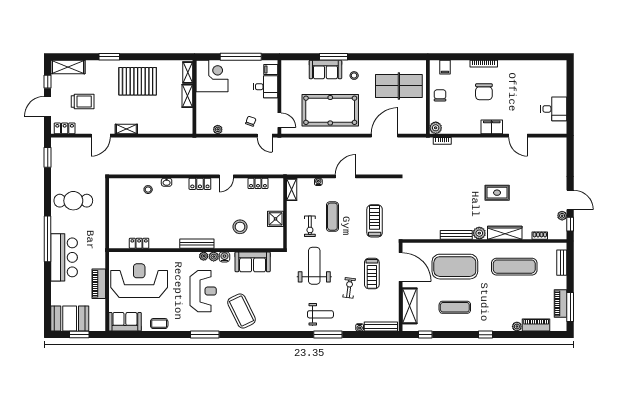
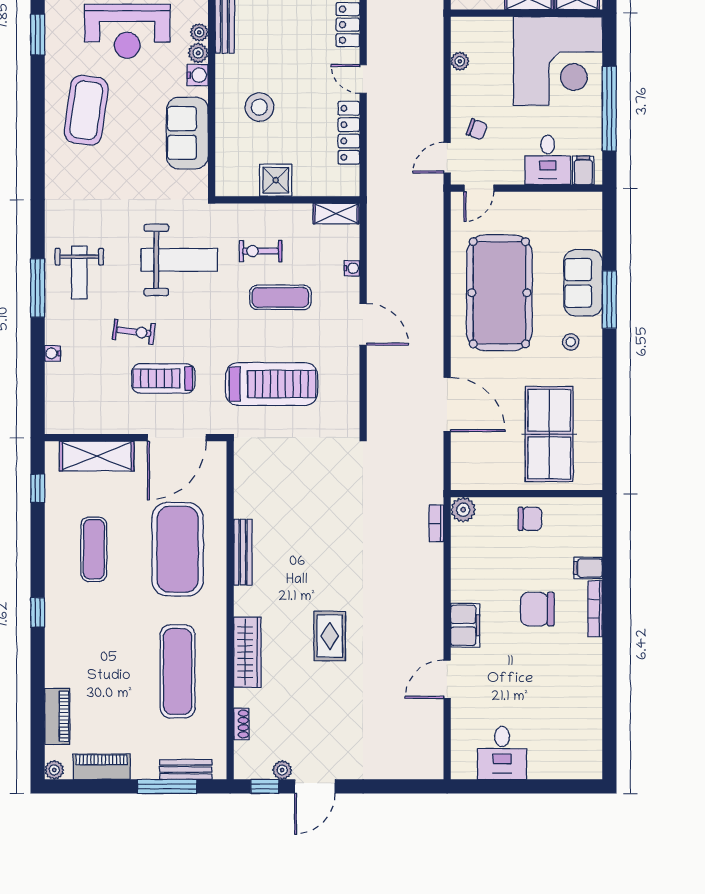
filing cabinet: (445, 67) -> (588, 568), moved
corner desk: (212, 76) -> (558, 61), width x1.36, depth x1.36
locker: (258, 183) -> (349, 133), width x1.53
treadmill: (375, 221) -> (271, 384), width x1.37, depth x1.38
plant: (479, 233) -> (246, 600), removed
window: (570, 307) -> (167, 786), moved
coffee table: (241, 311) -> (86, 110), turned -56
plant: (517, 326) -> (54, 770), moved
bench: (381, 327) -> (54, 397), removed
window: (205, 335) -> (38, 35), width x0.69

